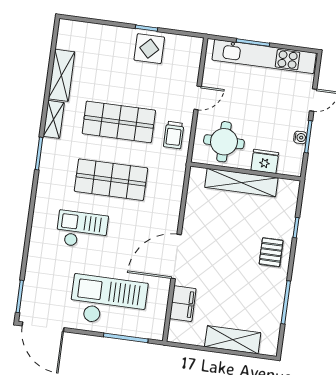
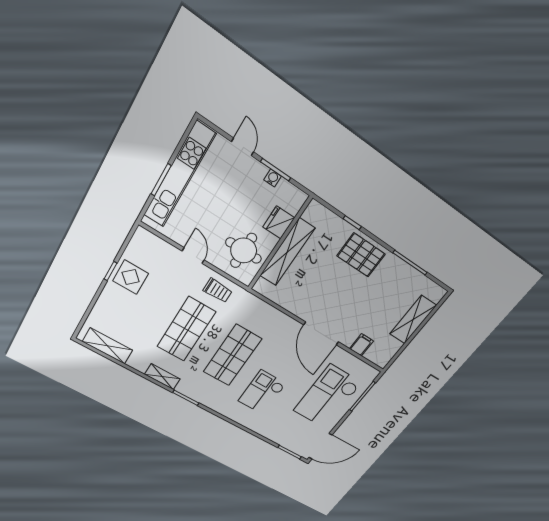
shelving: (62, 75) -> (108, 346), moved
pallet: (271, 252) -> (361, 255), width x1.50, depth x1.42
filing cabinet: (183, 304) -> (361, 345), width x0.50

